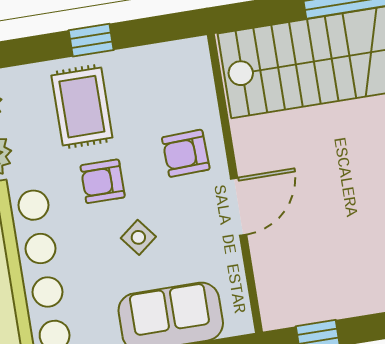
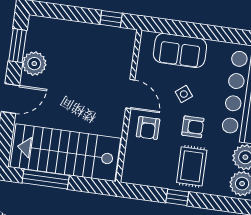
armchair: (186, 153) -> (148, 128), turned 92
door: (239, 207) -> (130, 94), swing flipped

